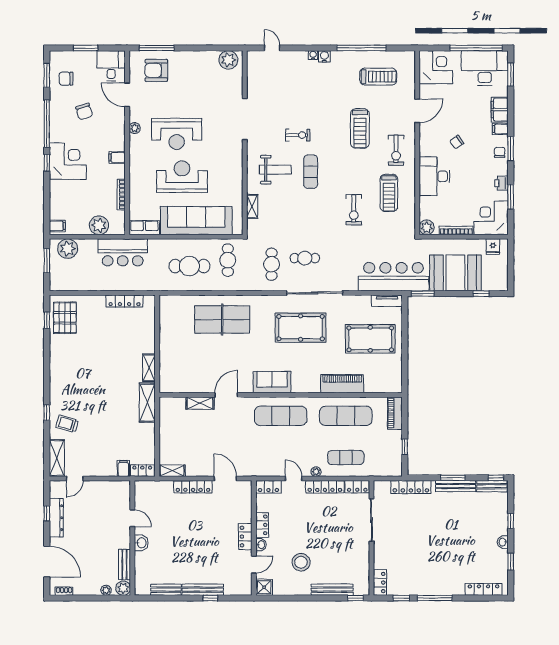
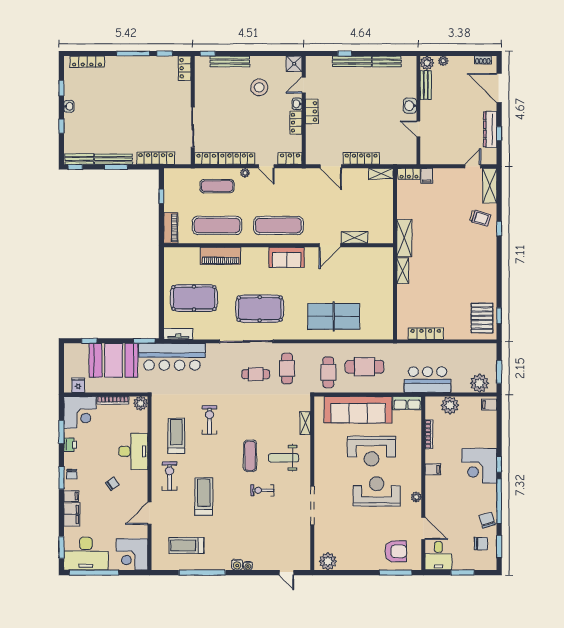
chair: (84, 112) -> (487, 520), moved

